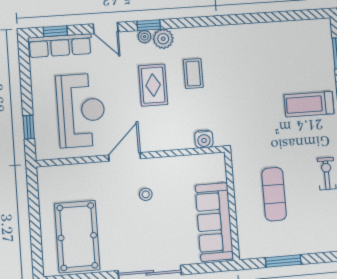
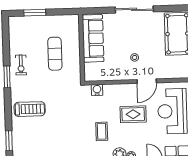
rug: (153, 85) -> (133, 114), moved, turned 90
window: (283, 261) -> (35, 13), moved

